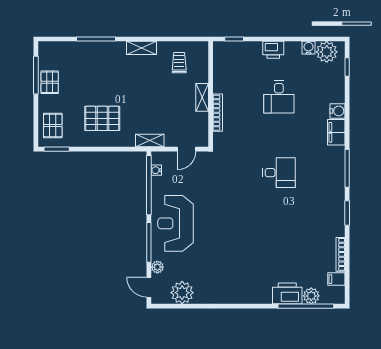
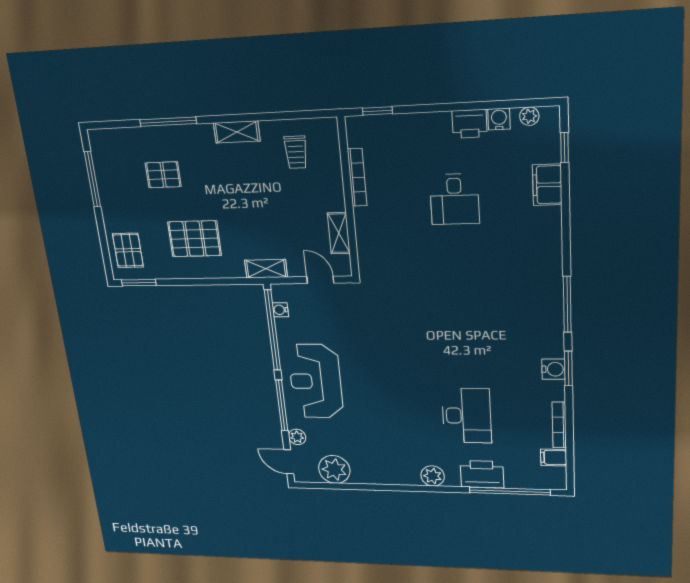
printer: (273, 50) -> (469, 124), moved
plant: (327, 52) -> (529, 116), width x0.53, depth x0.53
trolley: (179, 63) -> (296, 152), turned 180
pallet: (50, 82) -> (163, 175), moved, turned 90
shelving: (202, 97) -> (339, 233), moved
water cooler: (338, 111) -> (553, 369), moved
bookcase: (218, 113) -> (357, 177), moved
filing cabinet: (336, 132) -> (547, 185), moved
door: (186, 149) -> (320, 280), swing flipped
desk: (279, 173) -> (467, 416), moved, width x1.37
plant: (311, 296) -> (433, 476), moved

